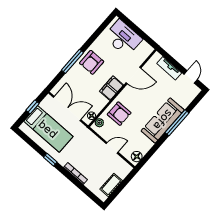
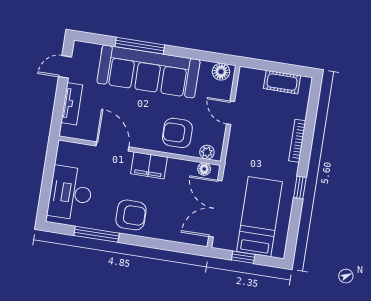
window: (72, 61) -> (97, 234), moved
armchair: (119, 114) -> (177, 133), turned -90
sofa: (163, 120) -> (148, 71), width x1.36, depth x1.27

